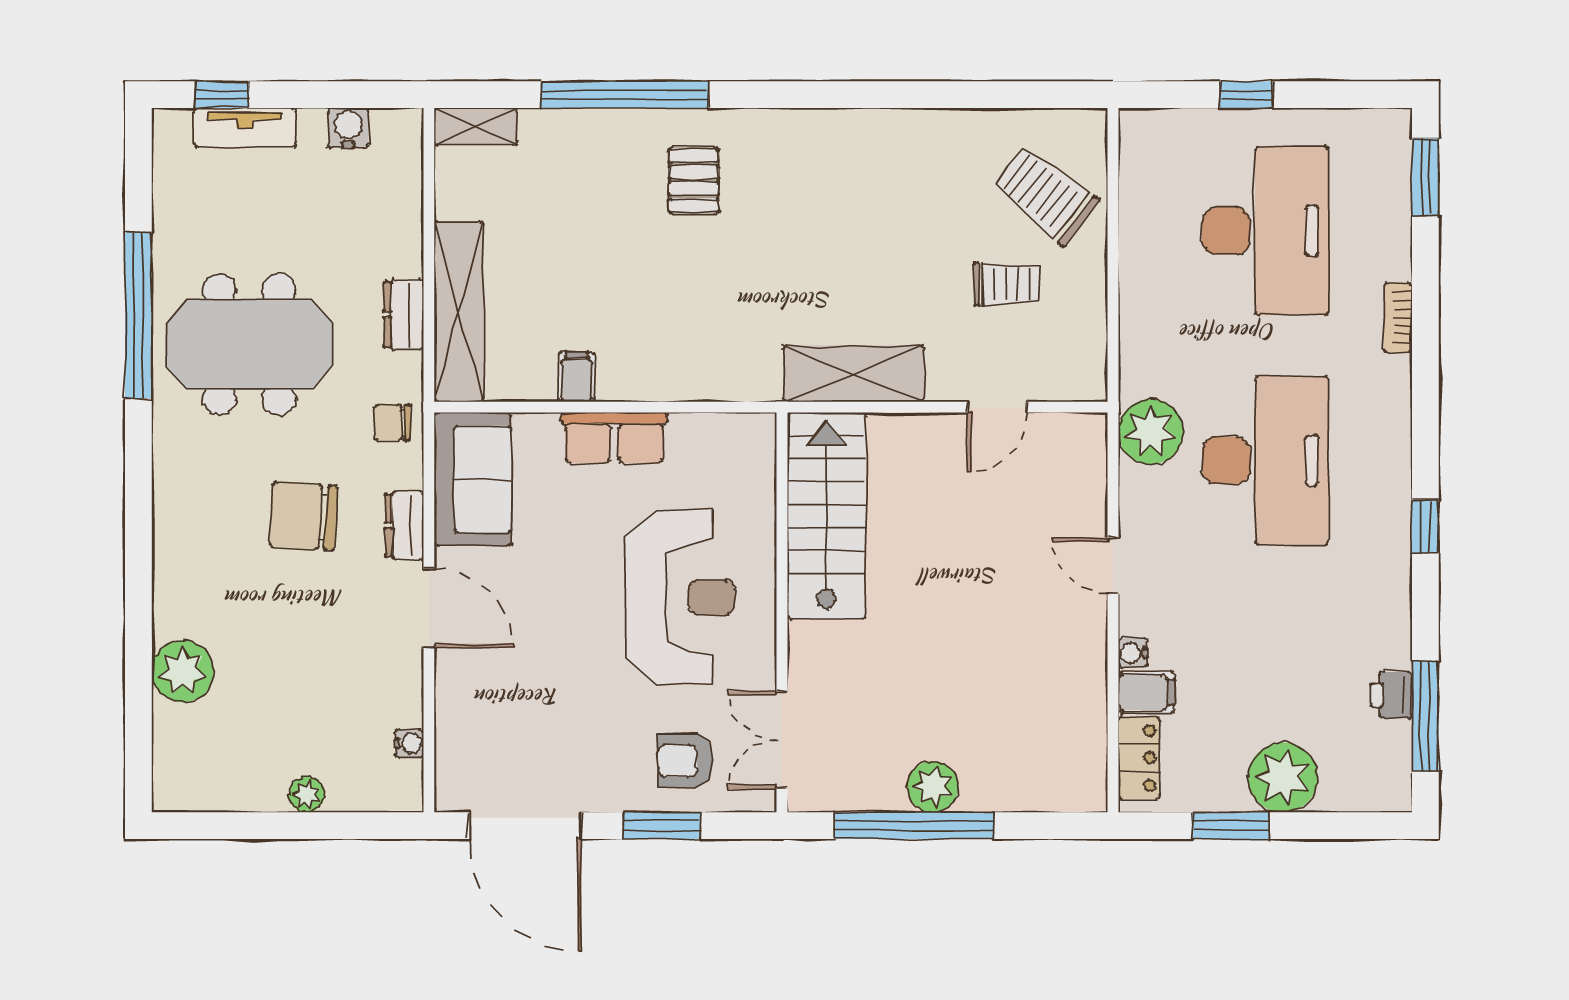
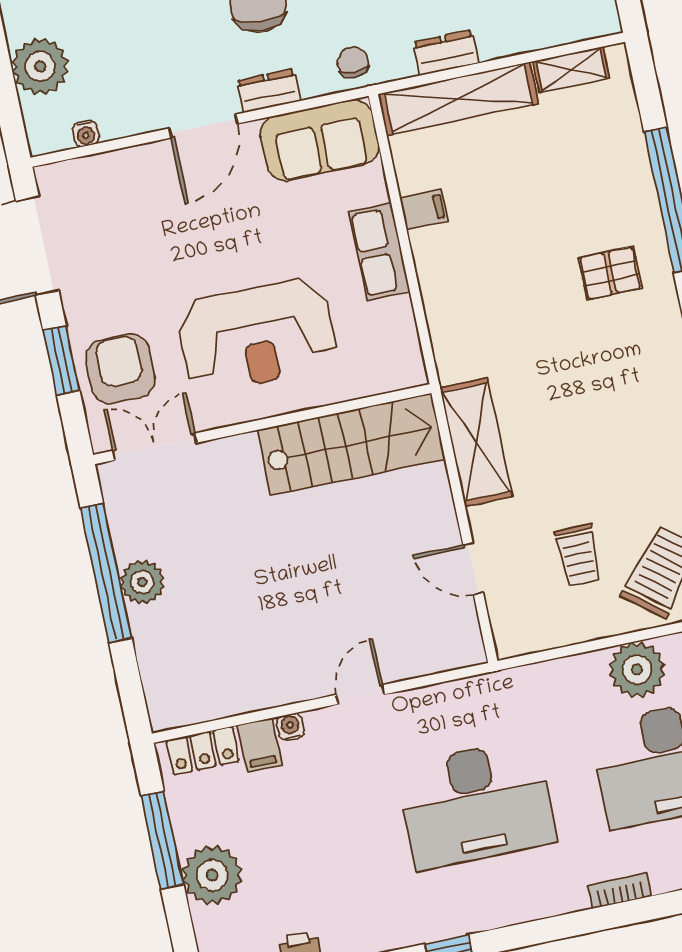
shelving: (476, 127) -> (571, 70), moved, turned 90
plant: (1151, 432) -> (637, 669), moved
armchair: (685, 761) -> (120, 369), width x1.38, depth x1.38
plant: (307, 795) -> (40, 66), width x1.88, depth x1.88
window: (1231, 826) -> (162, 840), width x1.44

